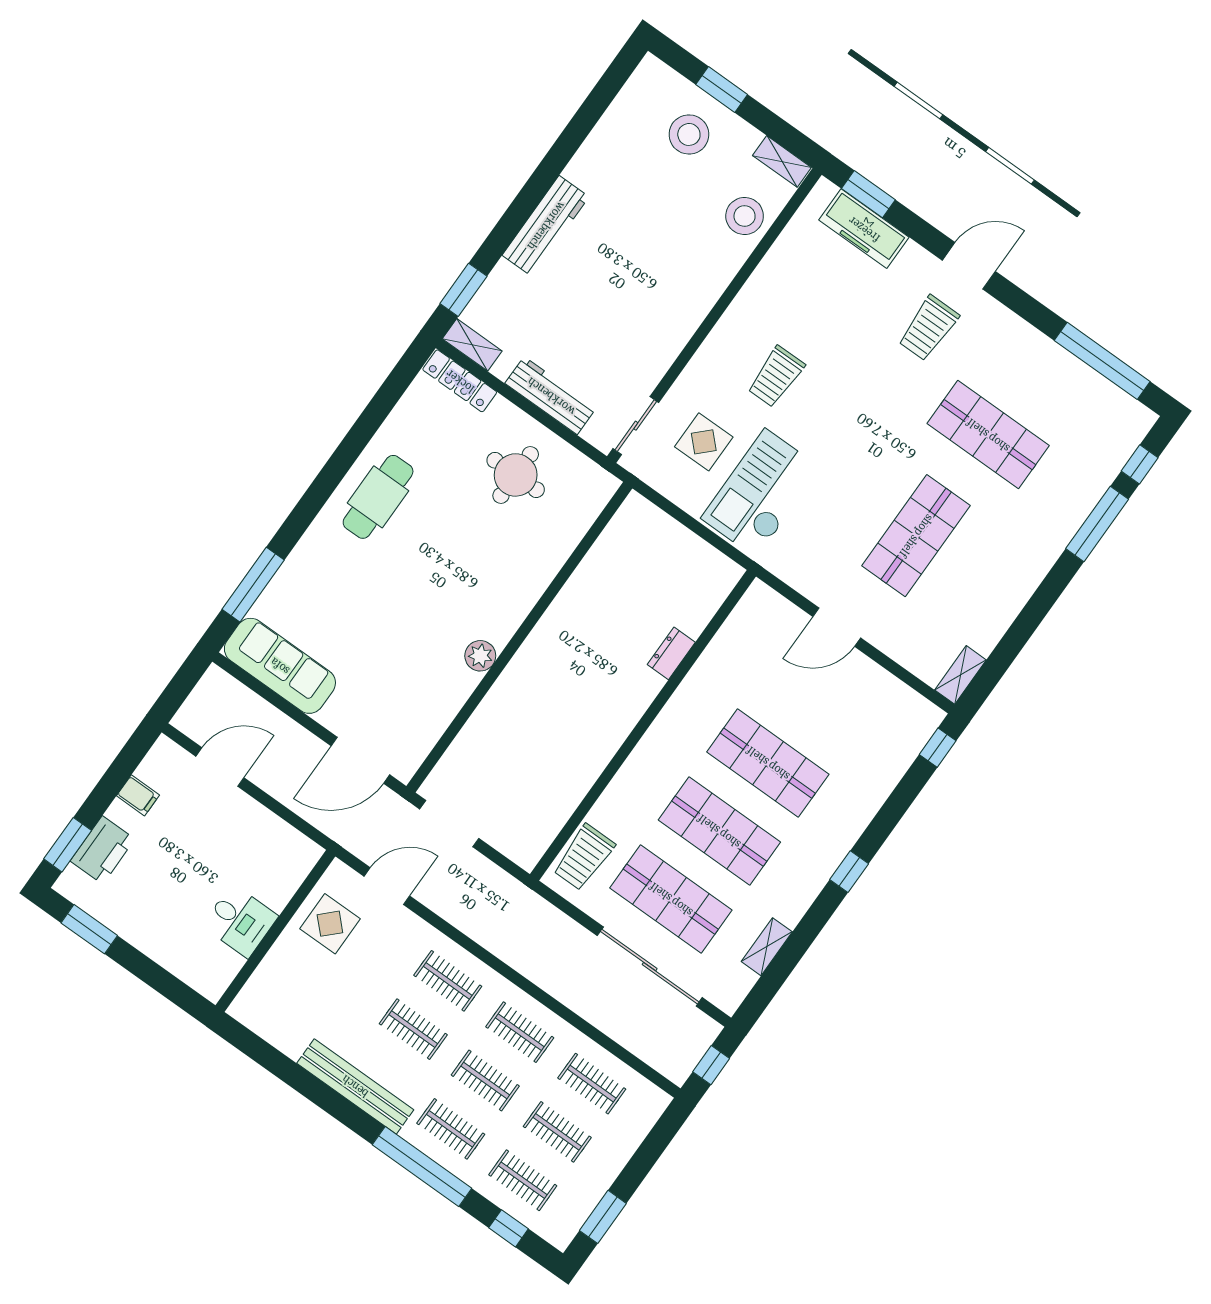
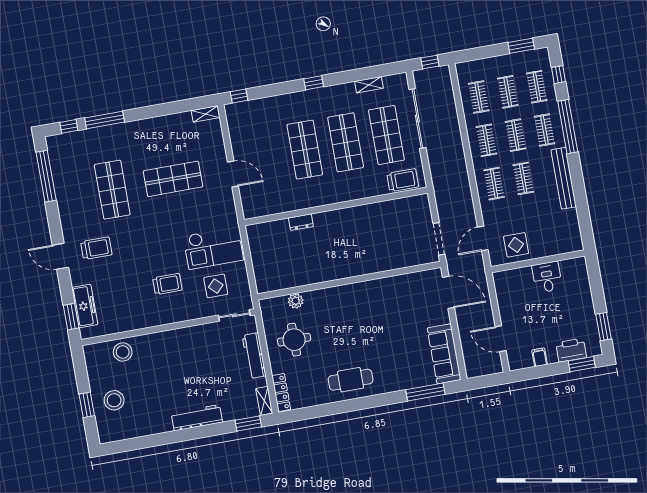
shelving: (782, 161) -> (90, 358), removed
plant: (480, 656) -> (296, 301), moved
door: (387, 886) -> (483, 238), hinge flipped

